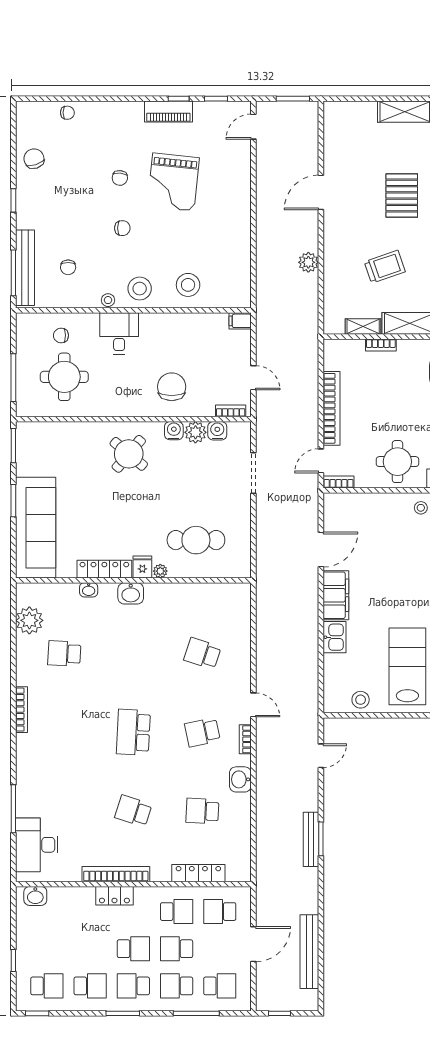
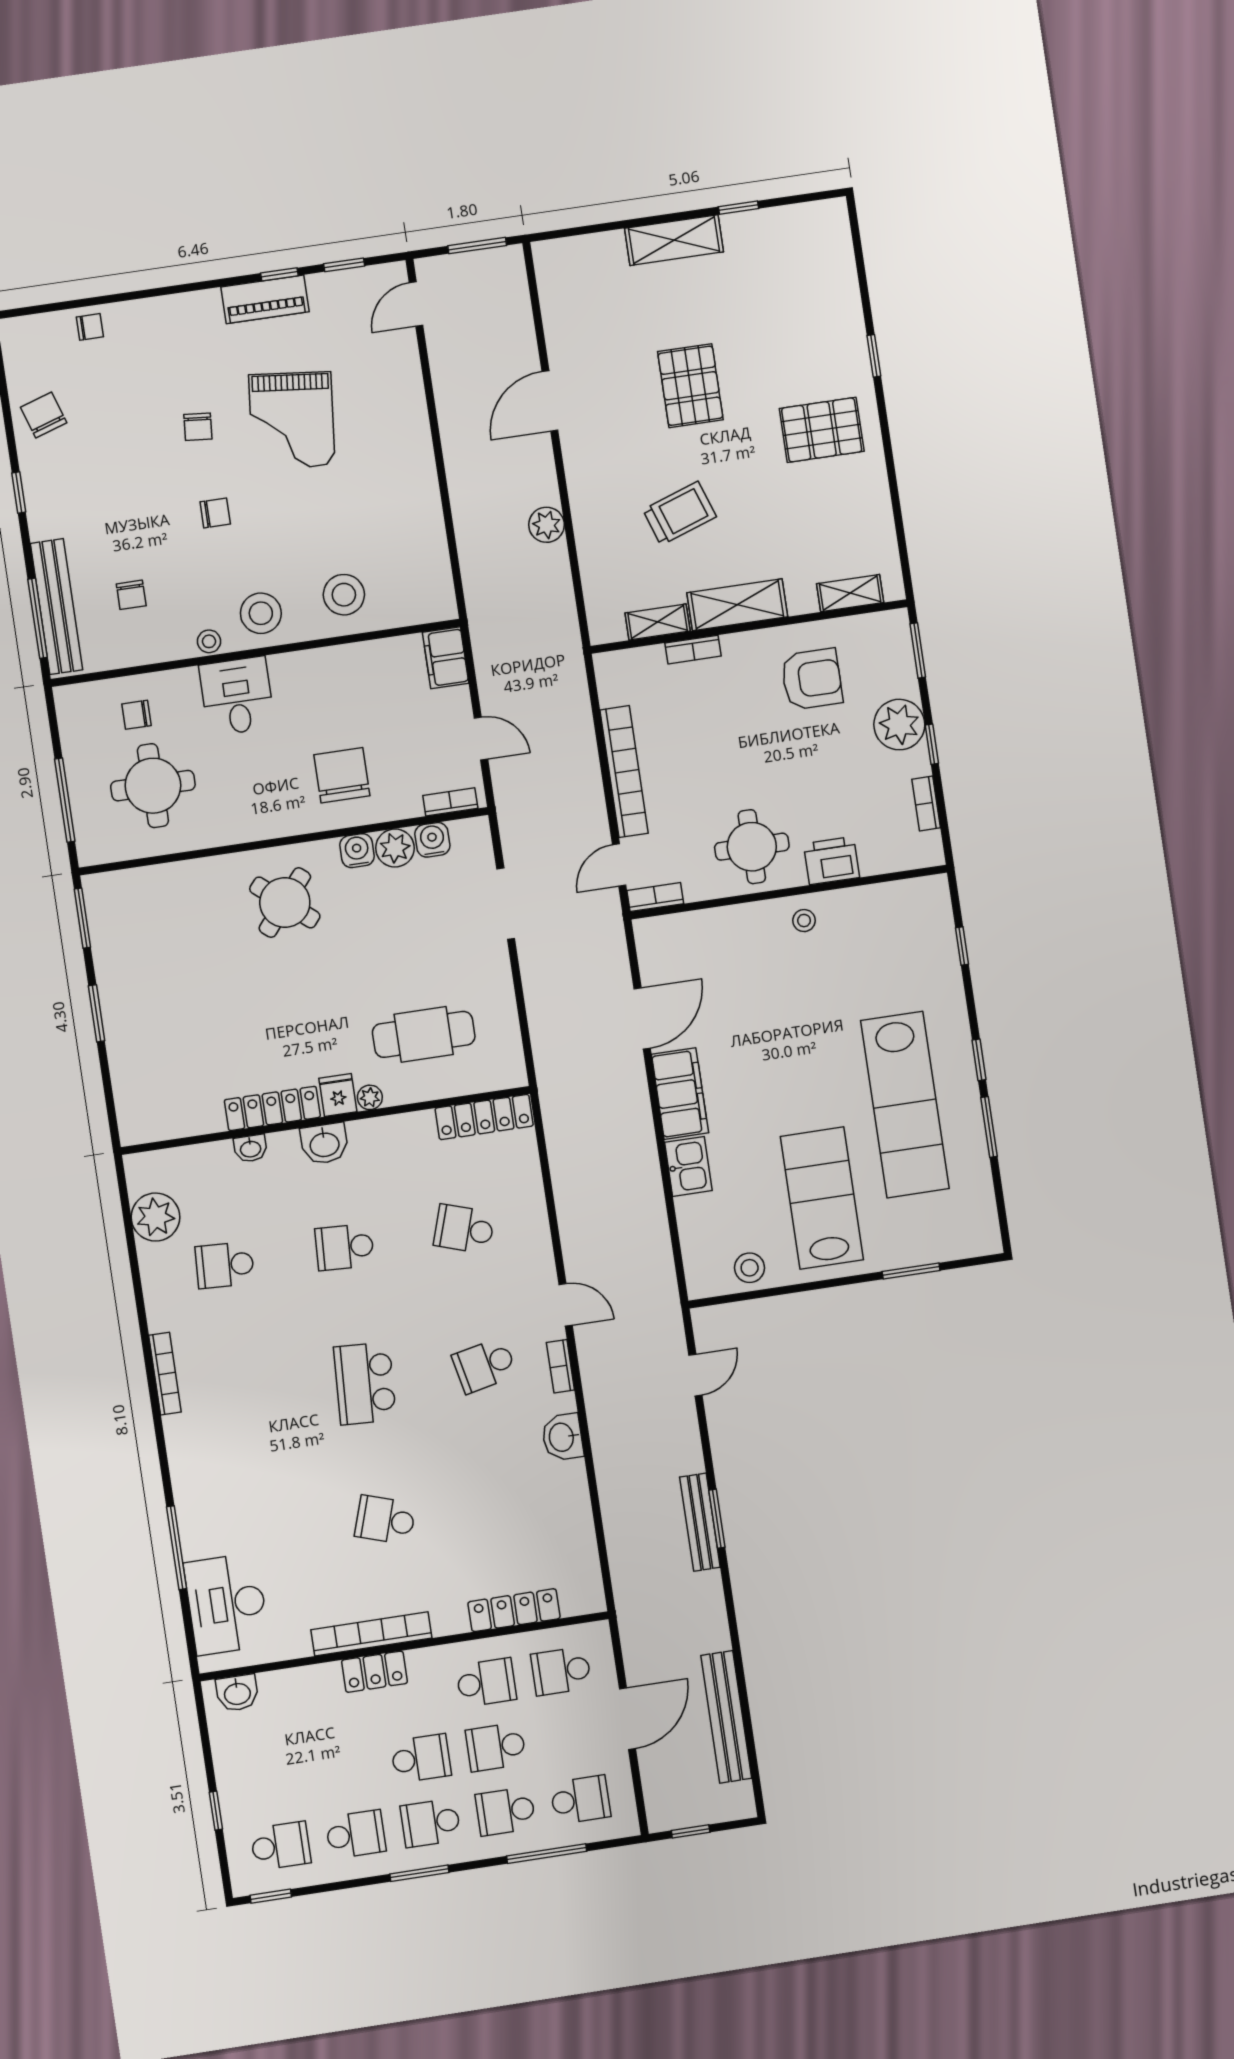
filing cabinet: (240, 321) -> (446, 658), width x2.00
sofa: (36, 528) -> (142, 1054), removed
locker: (223, 592) -> (484, 1117), added
school desk: (202, 811) -> (345, 1247), moved

